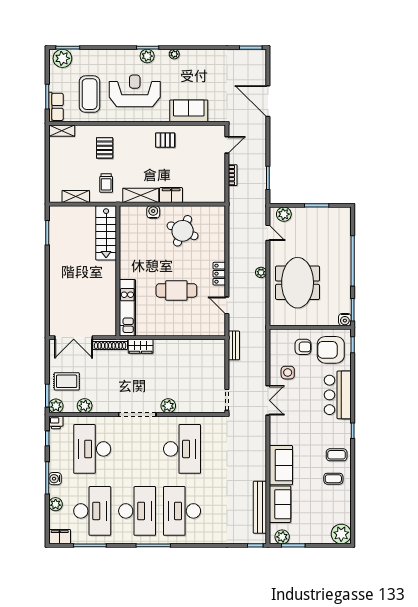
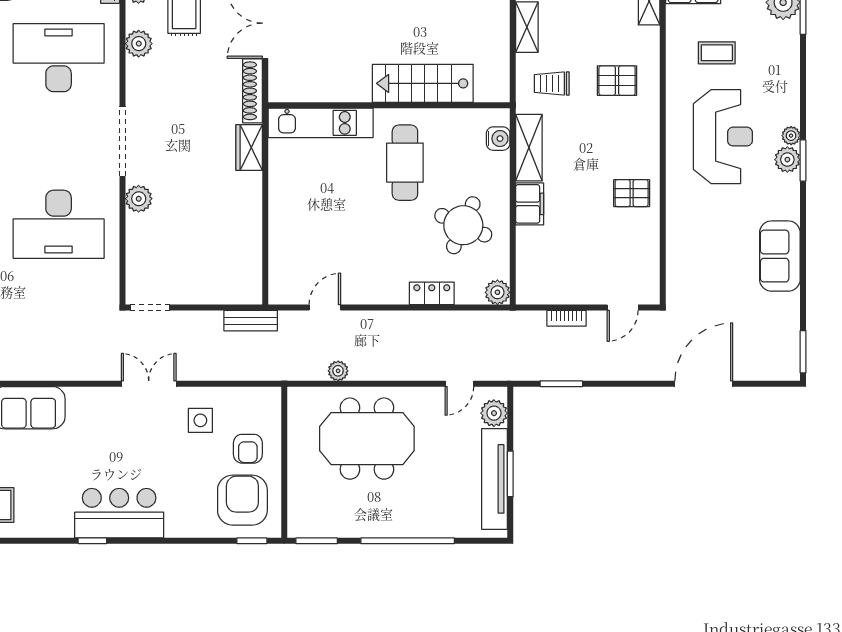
plant: (174, 54) -> (791, 136), moved
coffee table: (90, 94) -> (717, 53), width x0.54, depth x0.58
sofa: (189, 111) -> (780, 256), moved, turned 180
pallet: (165, 140) -> (632, 193), turned 90
door: (227, 145) -> (623, 308), hinge flipped
water cooler: (153, 212) -> (498, 139), moved
plant: (219, 212) -> (497, 292), added
tv unit: (319, 214) -> (495, 479), added
stairs: (106, 233) -> (423, 83), moved
plant: (261, 272) -> (338, 371), moved
locker: (219, 274) -> (432, 293), moved
cafe table: (176, 290) -> (405, 163), moved
water cooler: (345, 320) -> (299, 526), removed
bar counter: (338, 395) -> (119, 513), moved
double door: (268, 400) -> (149, 384), swing flipped
coffee table: (337, 455) -> (48, 511), removed

